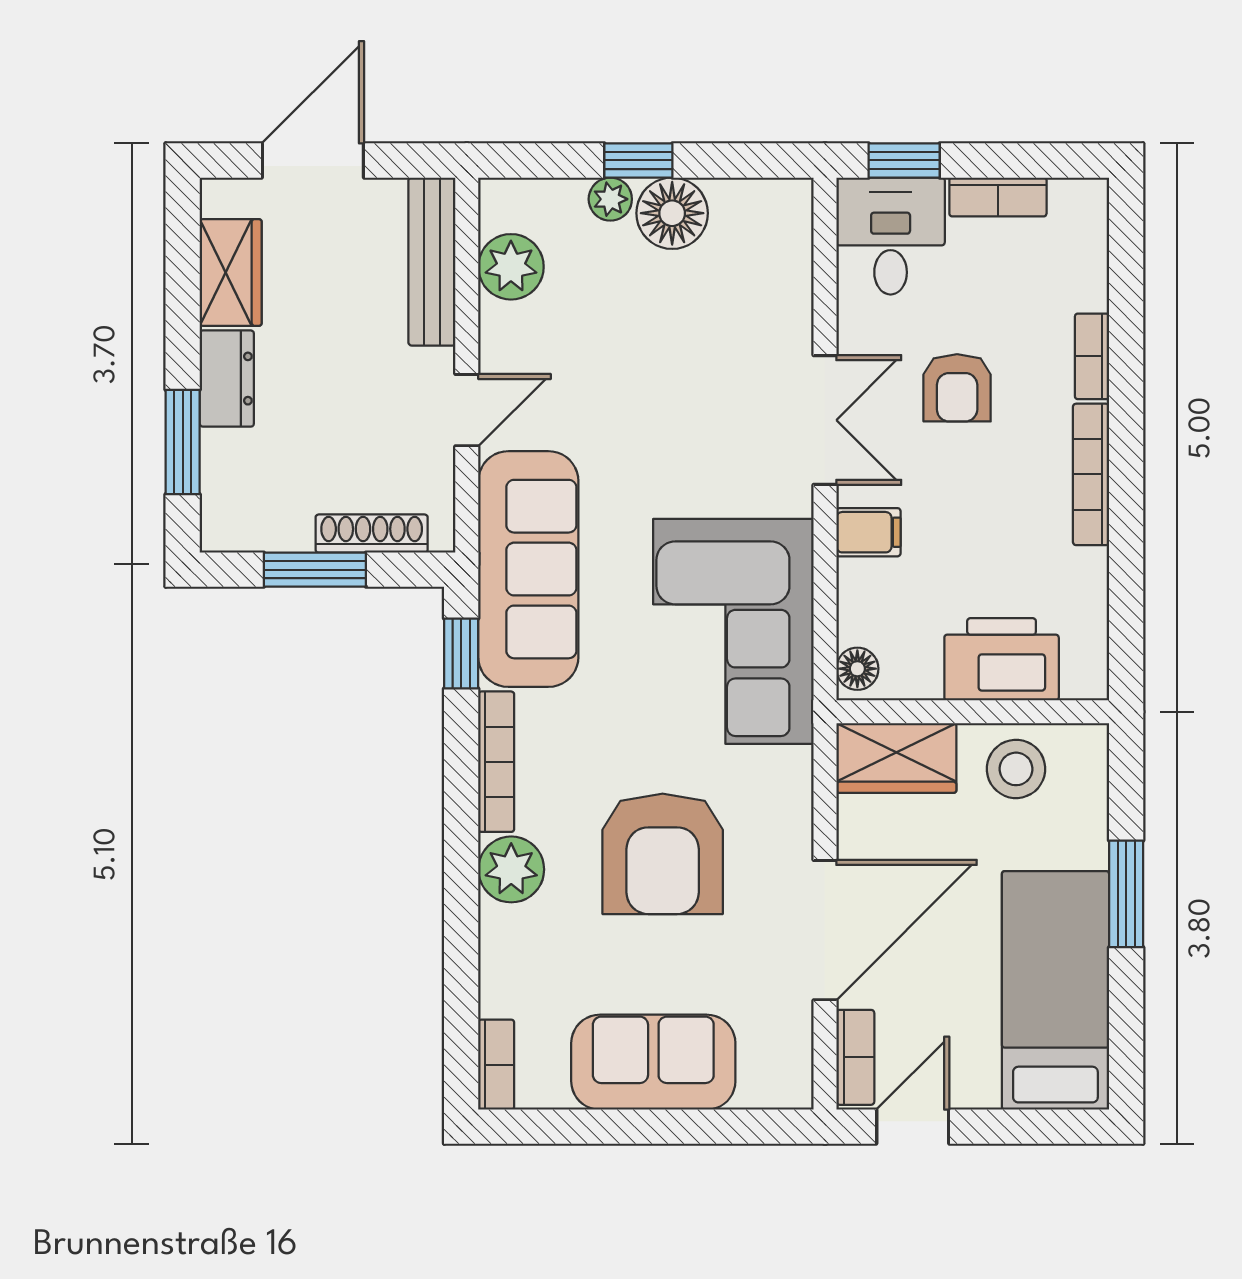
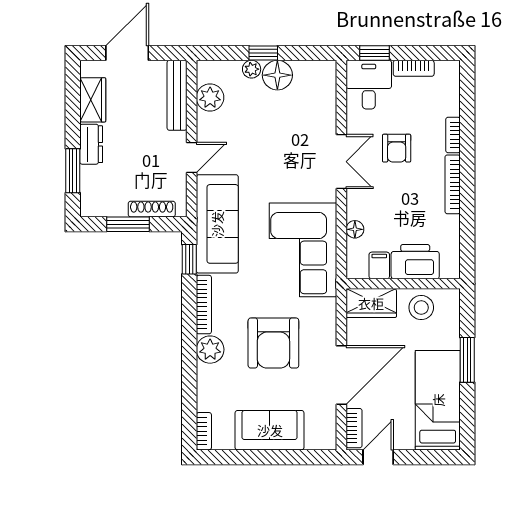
filing cabinet: (868, 532) -> (379, 265), moved, turned -90
floor lamp: (857, 669) -> (355, 229), moved

